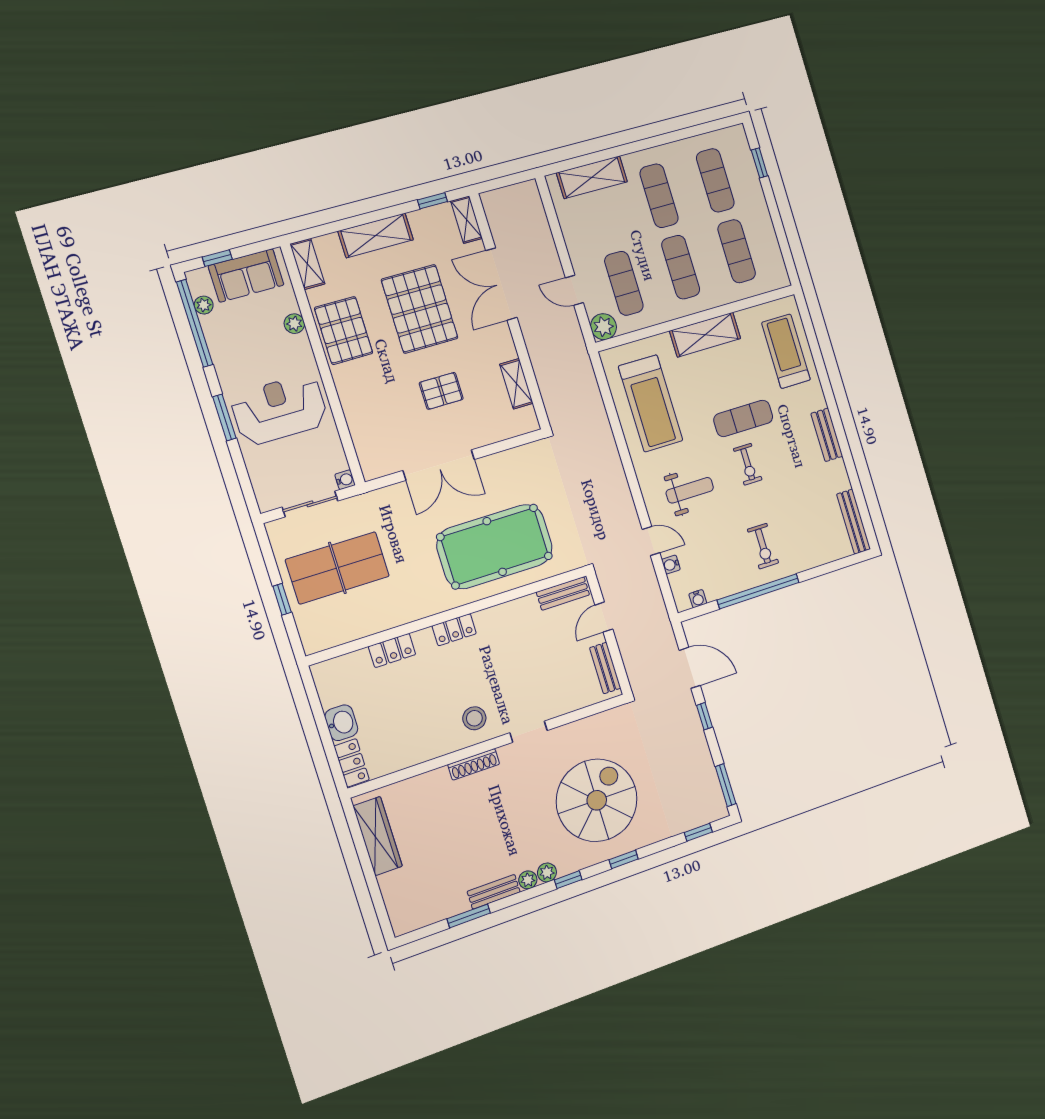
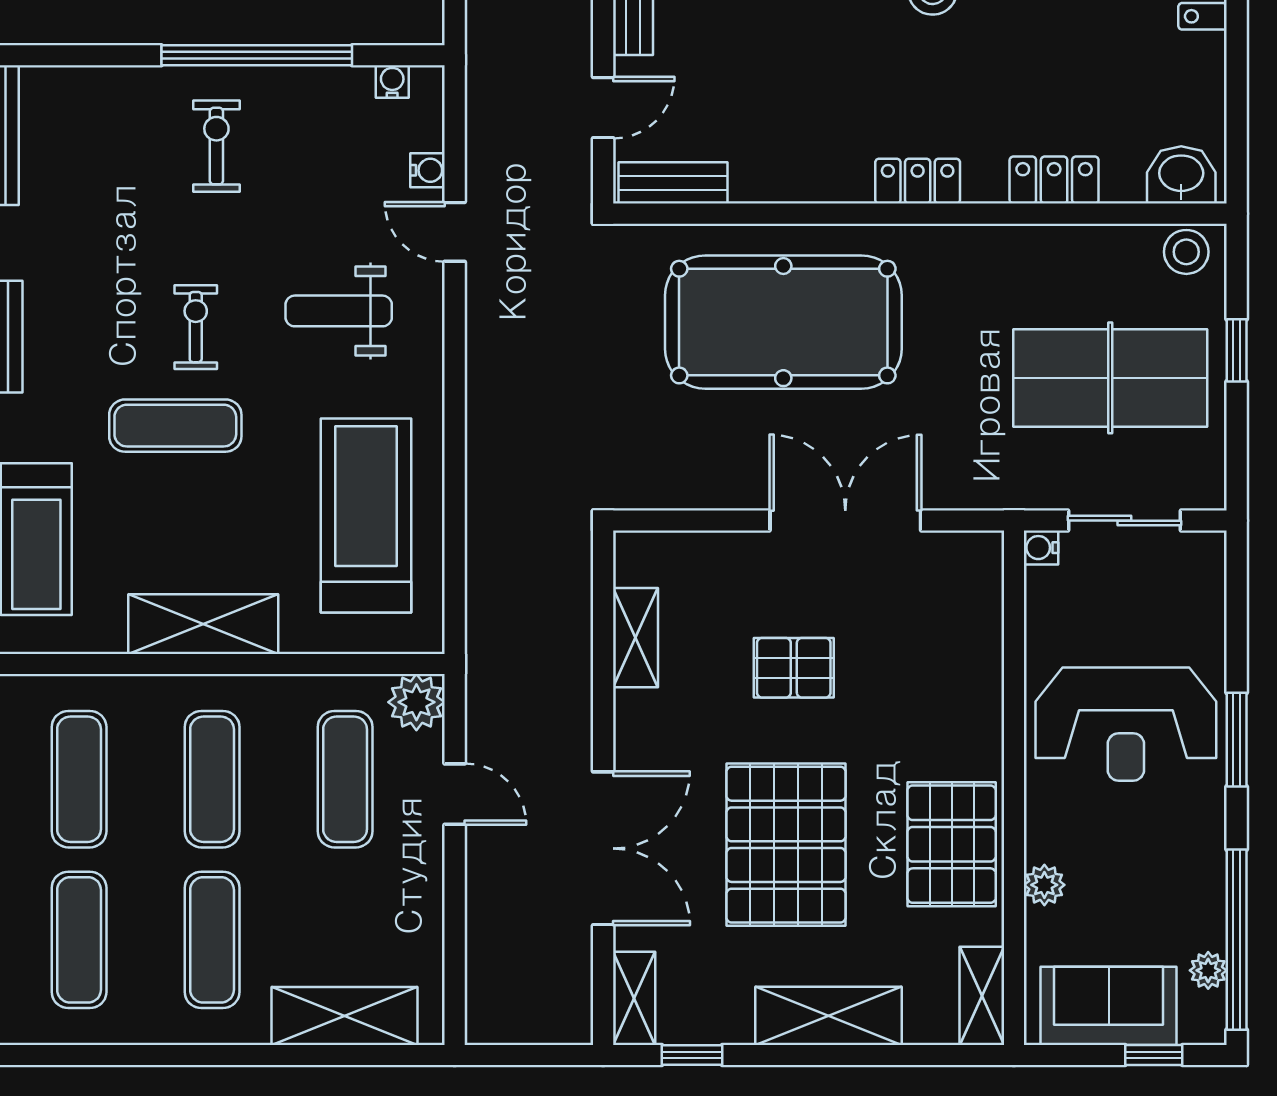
stool: (320, 637) -> (1186, 252), added
washbasin: (341, 723) -> (1181, 175), moved, turned 90

